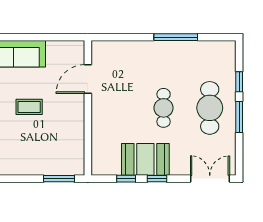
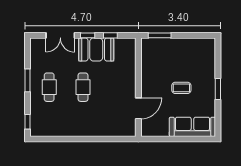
window: (176, 37) -> (74, 139), removed
window: (239, 82) -> (28, 122), moved
cafe table: (210, 108) -> (49, 87), width x0.73, depth x0.74
double door: (210, 179) -> (60, 35), moved

